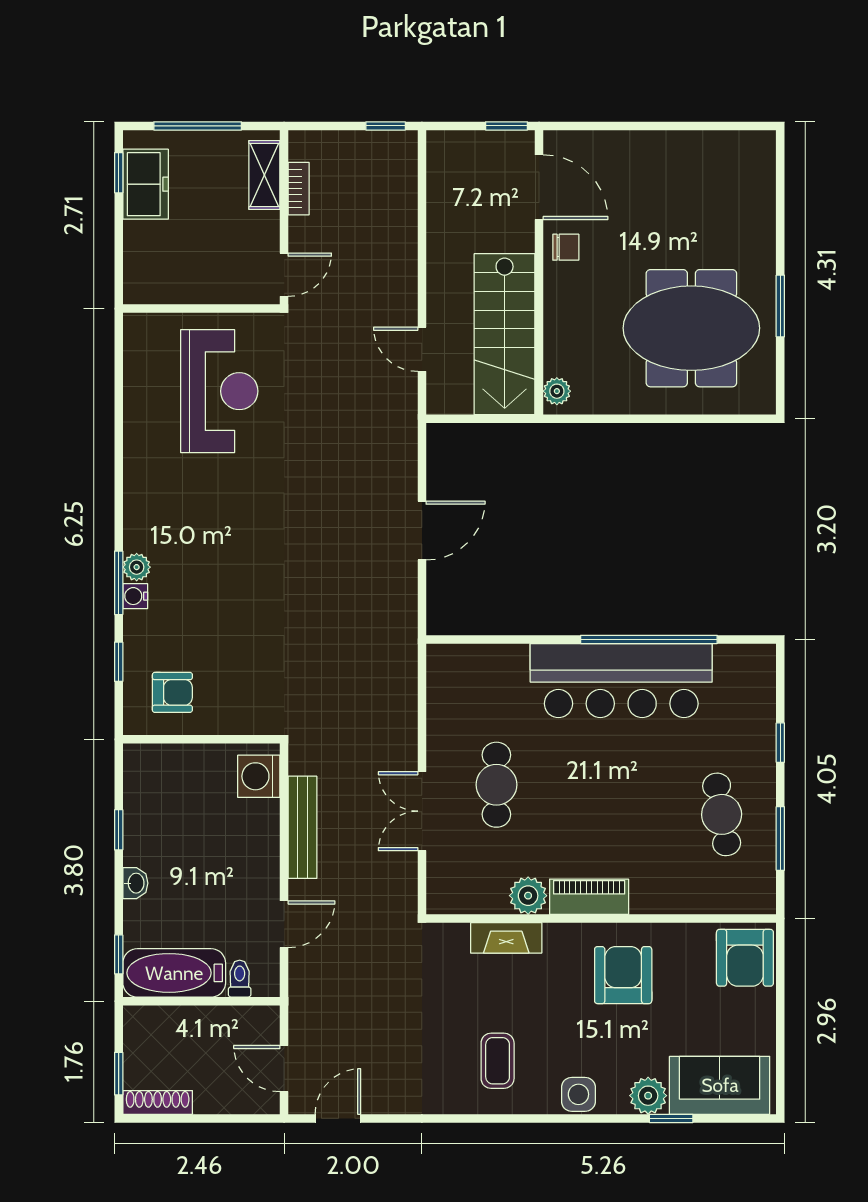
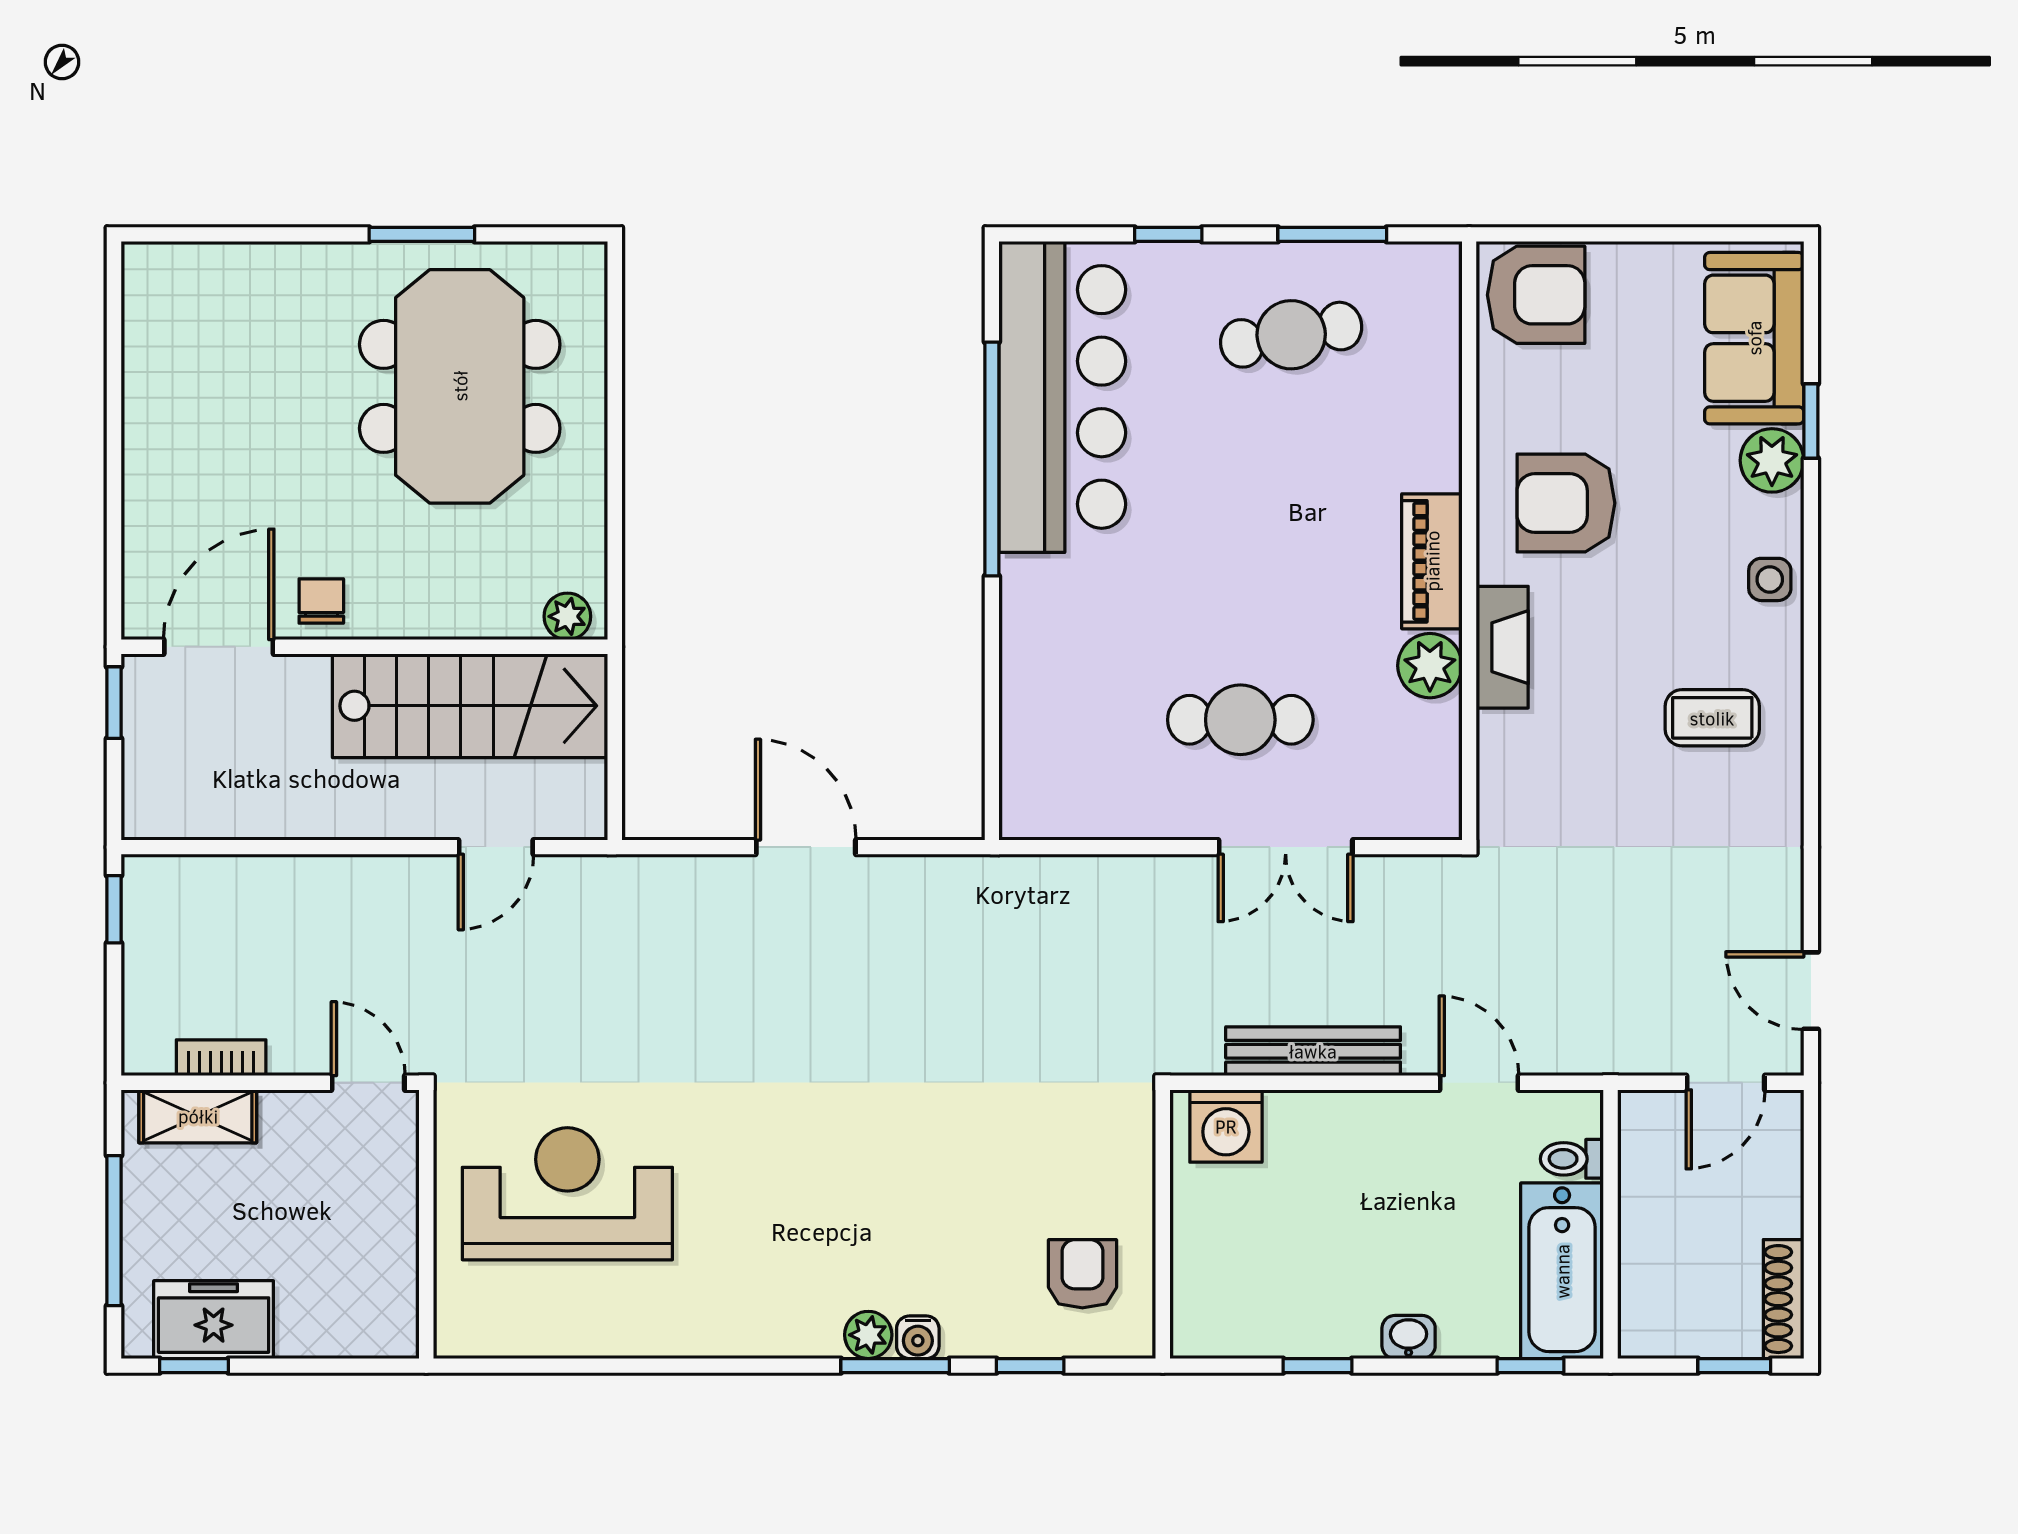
bar counter: (621, 681) -> (1062, 397), moved
fireplace: (506, 938) -> (1502, 647), moved
side table: (578, 1094) -> (1770, 579), width x0.73, depth x0.73

